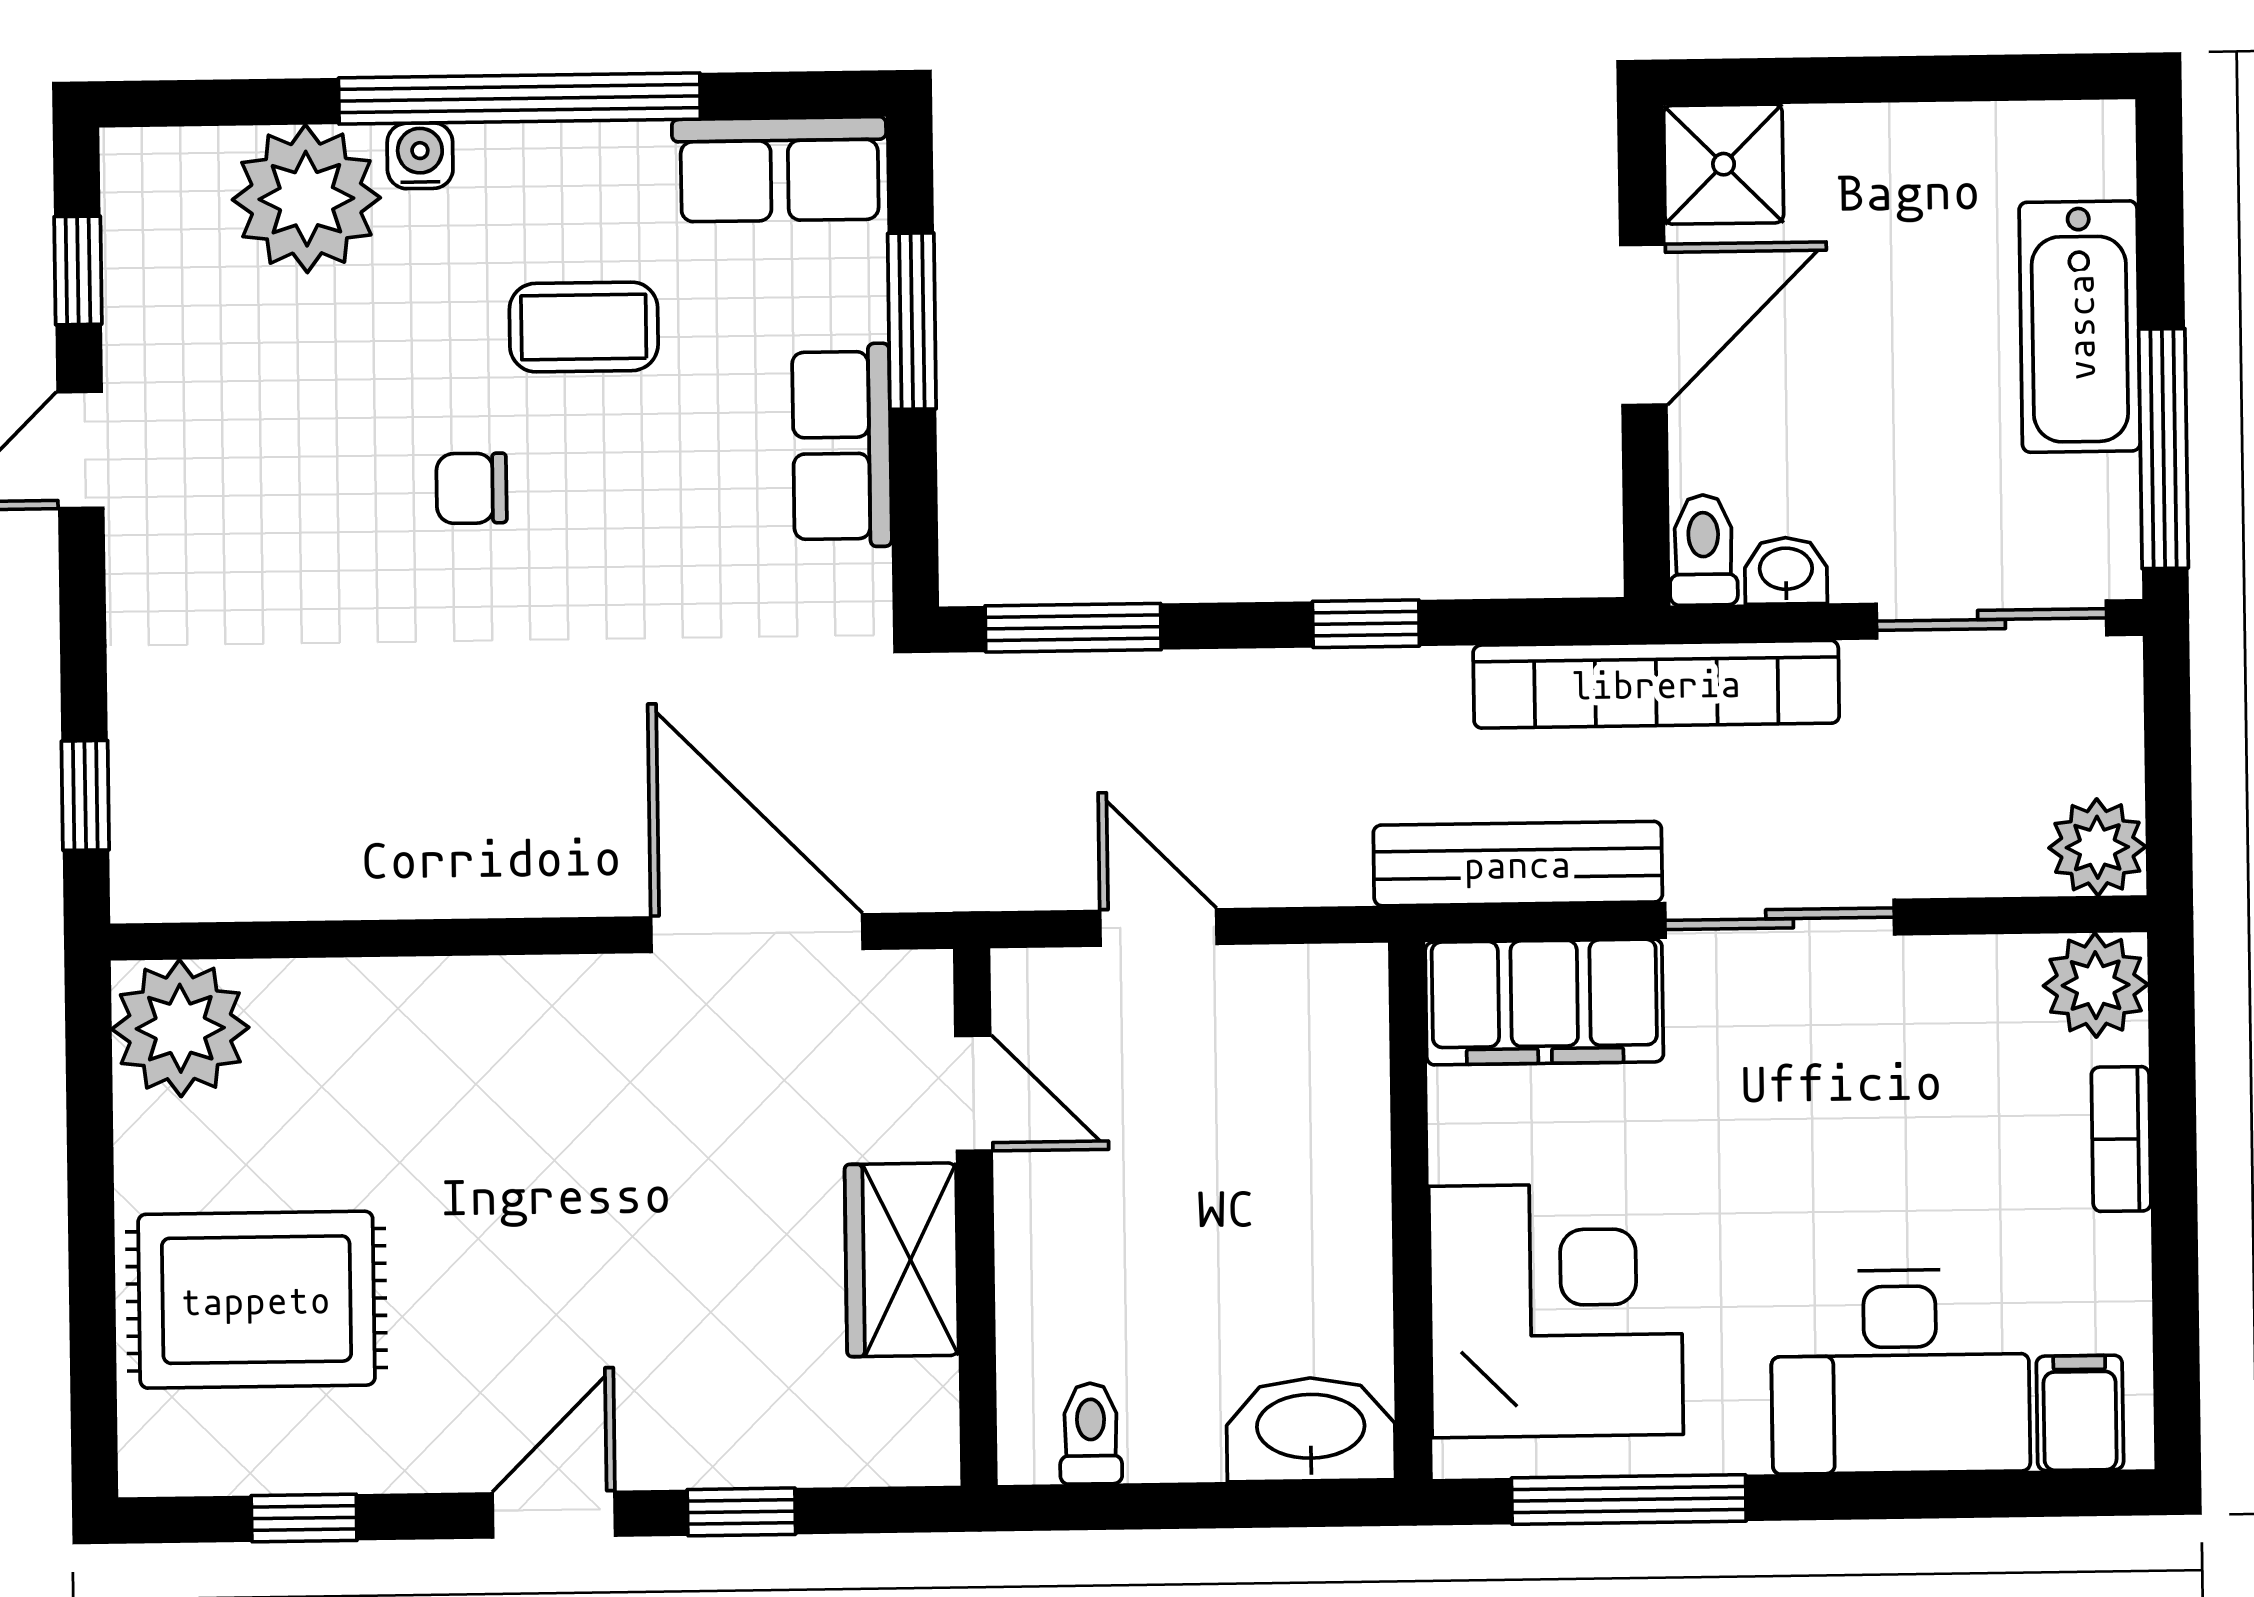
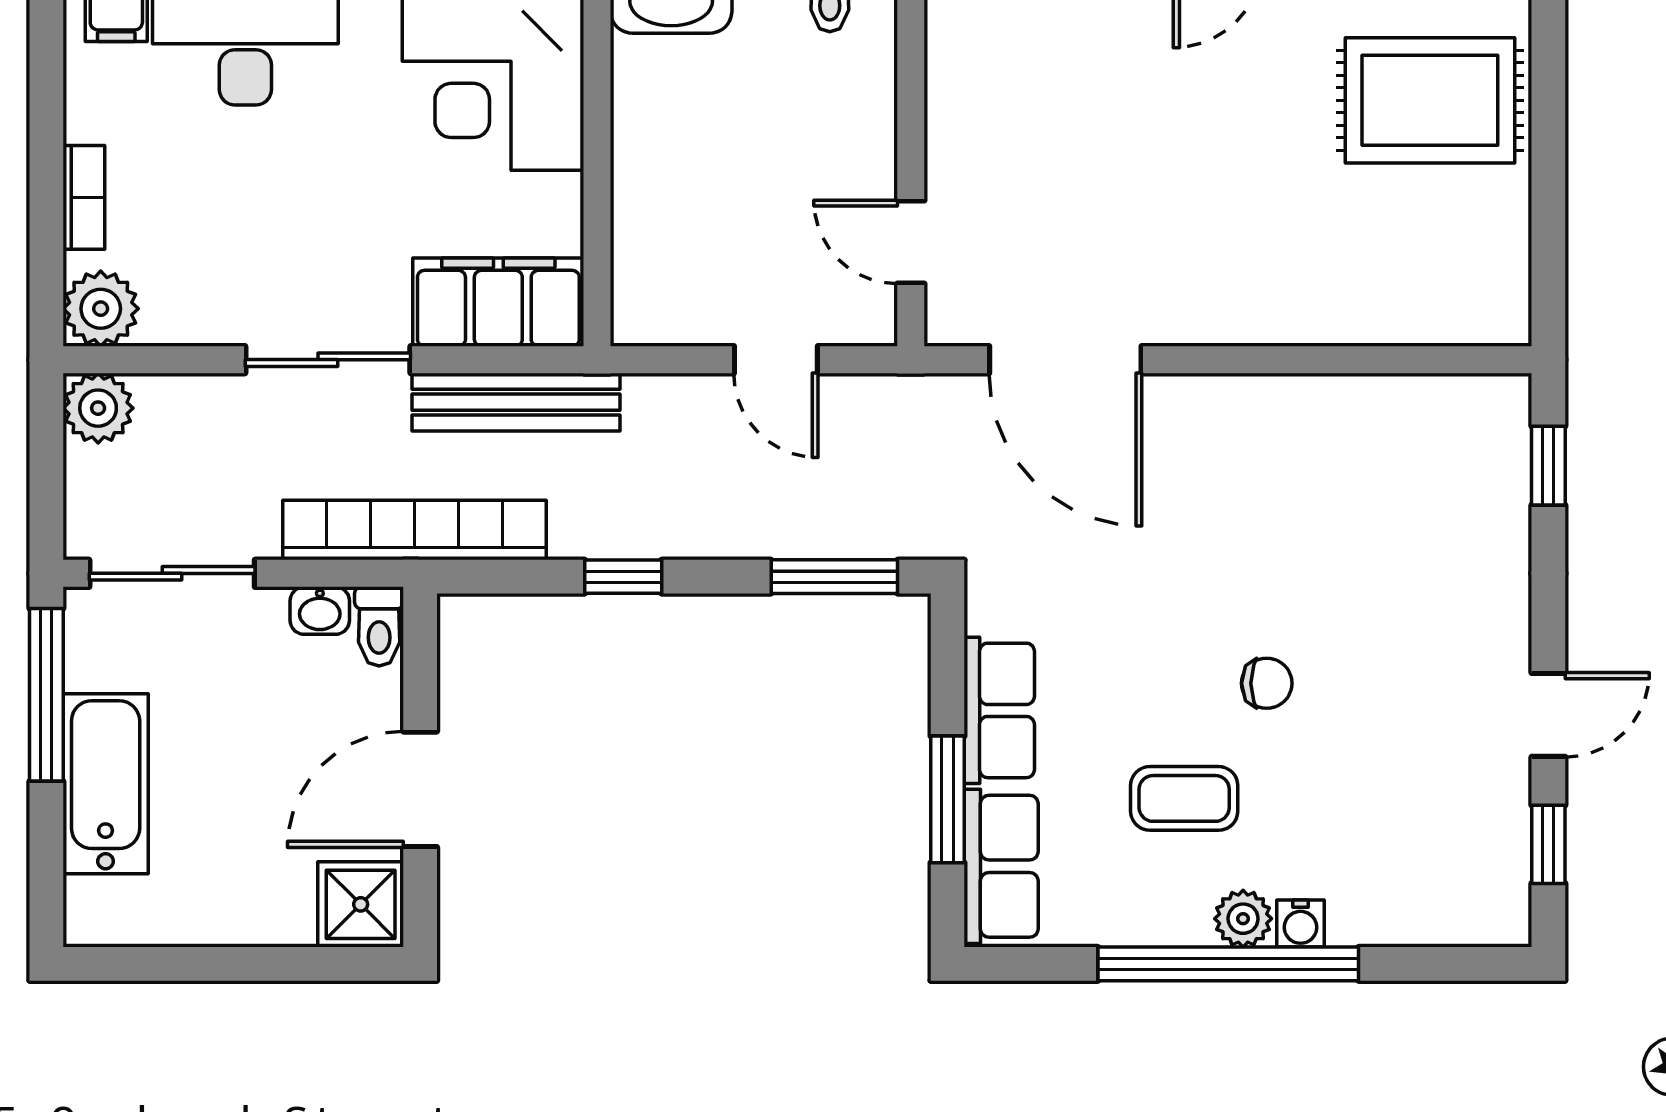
row of seats: (779, 169) -> (1001, 866), moved, turned 90
plant: (306, 199) -> (1243, 919), moved, width x0.53, depth x0.53
plant: (180, 1028) -> (1482, 297), removed
wardrobe: (902, 1260) -> (964, 123), removed

